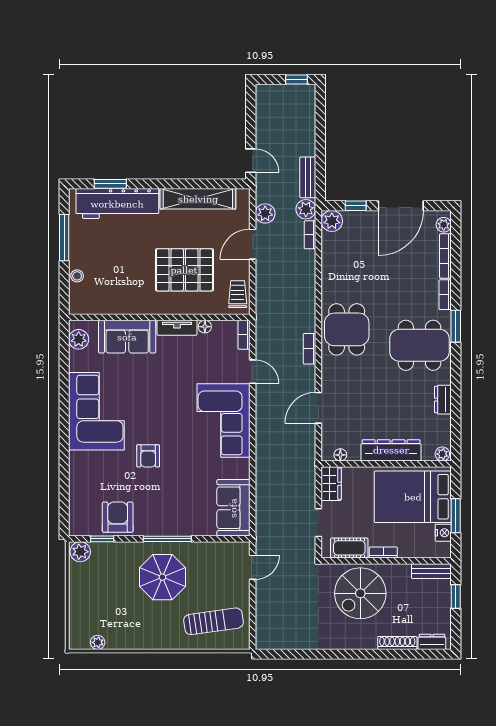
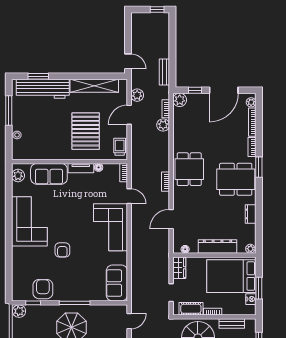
plant: (306, 209) -> (163, 125), moved
pallet: (184, 270) -> (86, 131), turned 90
bench: (431, 571) -> (232, 324), moved

